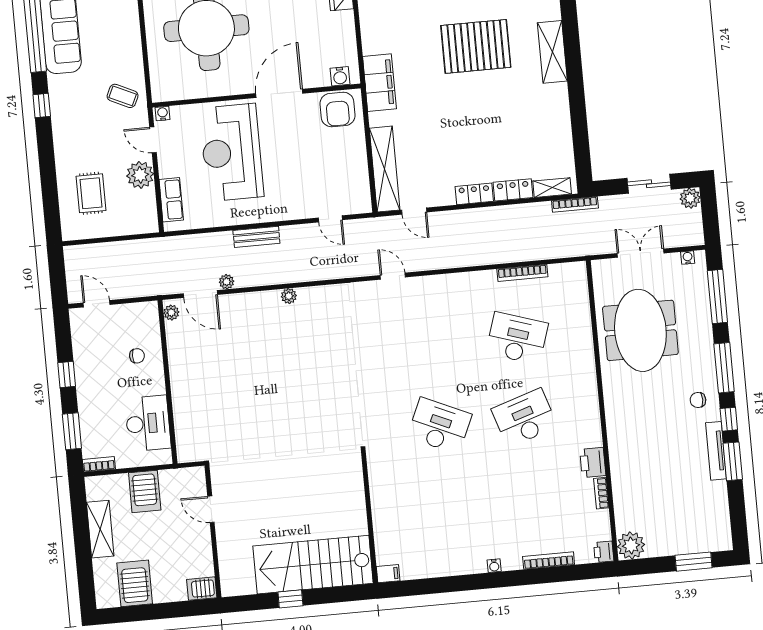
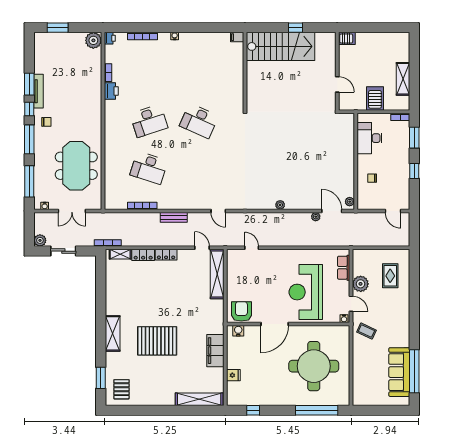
filing cabinet: (379, 83) -> (215, 351), moved
window: (42, 106) -> (414, 330), removed
reception desk: (232, 152) -> (306, 292), turned 180
bench: (256, 237) -> (174, 217), moved
server rack: (135, 583) -> (386, 45), removed

